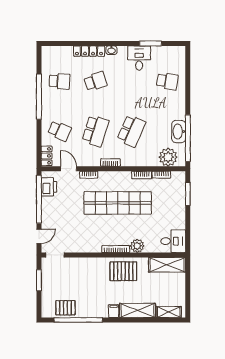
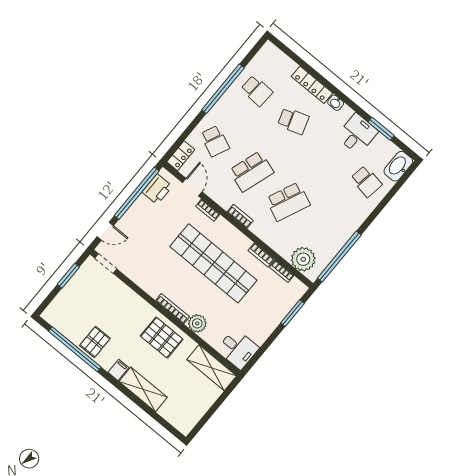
washbasin: (179, 131) -> (398, 166), moved
pallet: (65, 308) -> (95, 342), moved, turned 90
shelving: (169, 312) -> (174, 417), removed

